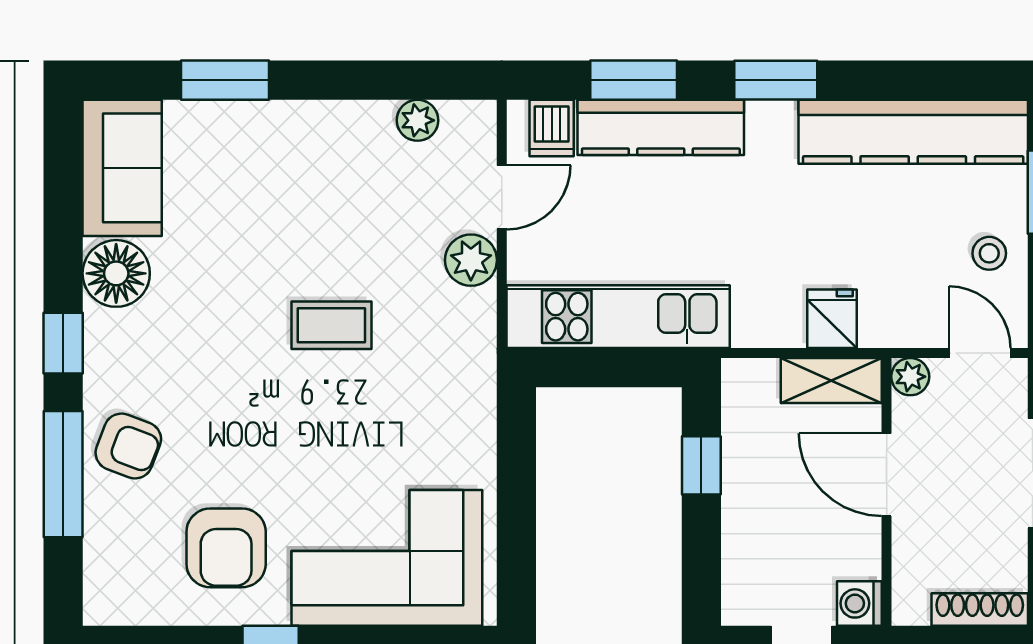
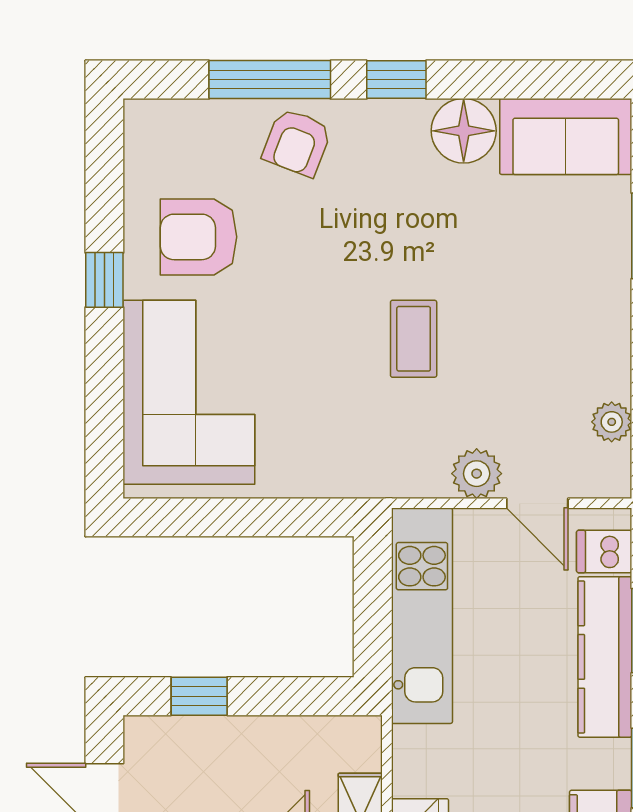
window: (701, 465) -> (199, 696), moved

